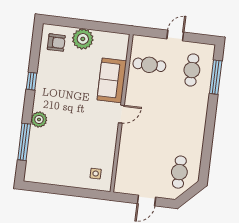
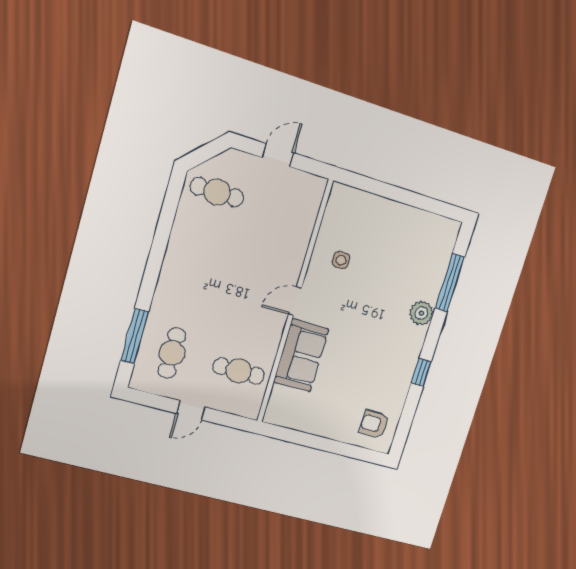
plant: (83, 39) -> (334, 424), removed
cafe table: (179, 172) -> (217, 192), turned 90
side table: (96, 174) -> (341, 260), moved

